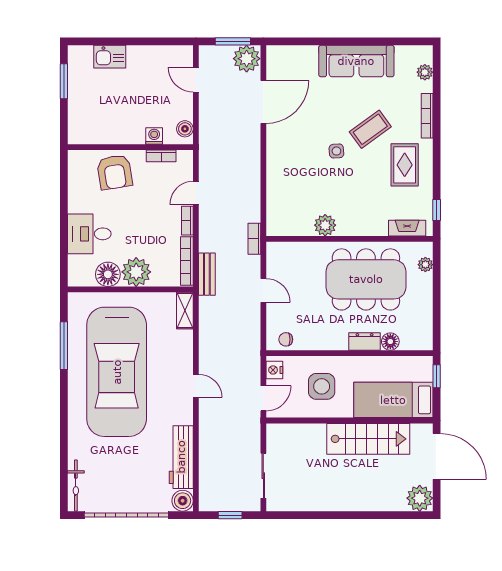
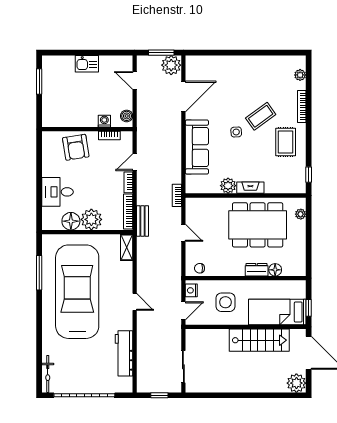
kitchen sink: (110, 57) -> (87, 64), moved
sofa: (356, 61) -> (197, 147), moved, turned -90
fireplace: (407, 228) -> (250, 188), moved
car: (117, 372) -> (77, 292), turned 180
window: (437, 376) -> (309, 308), moved
boiler: (183, 501) -> (125, 385), removed

